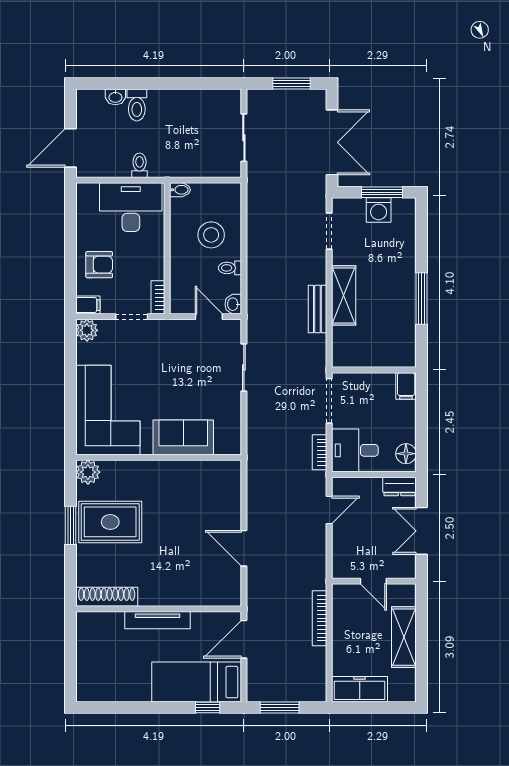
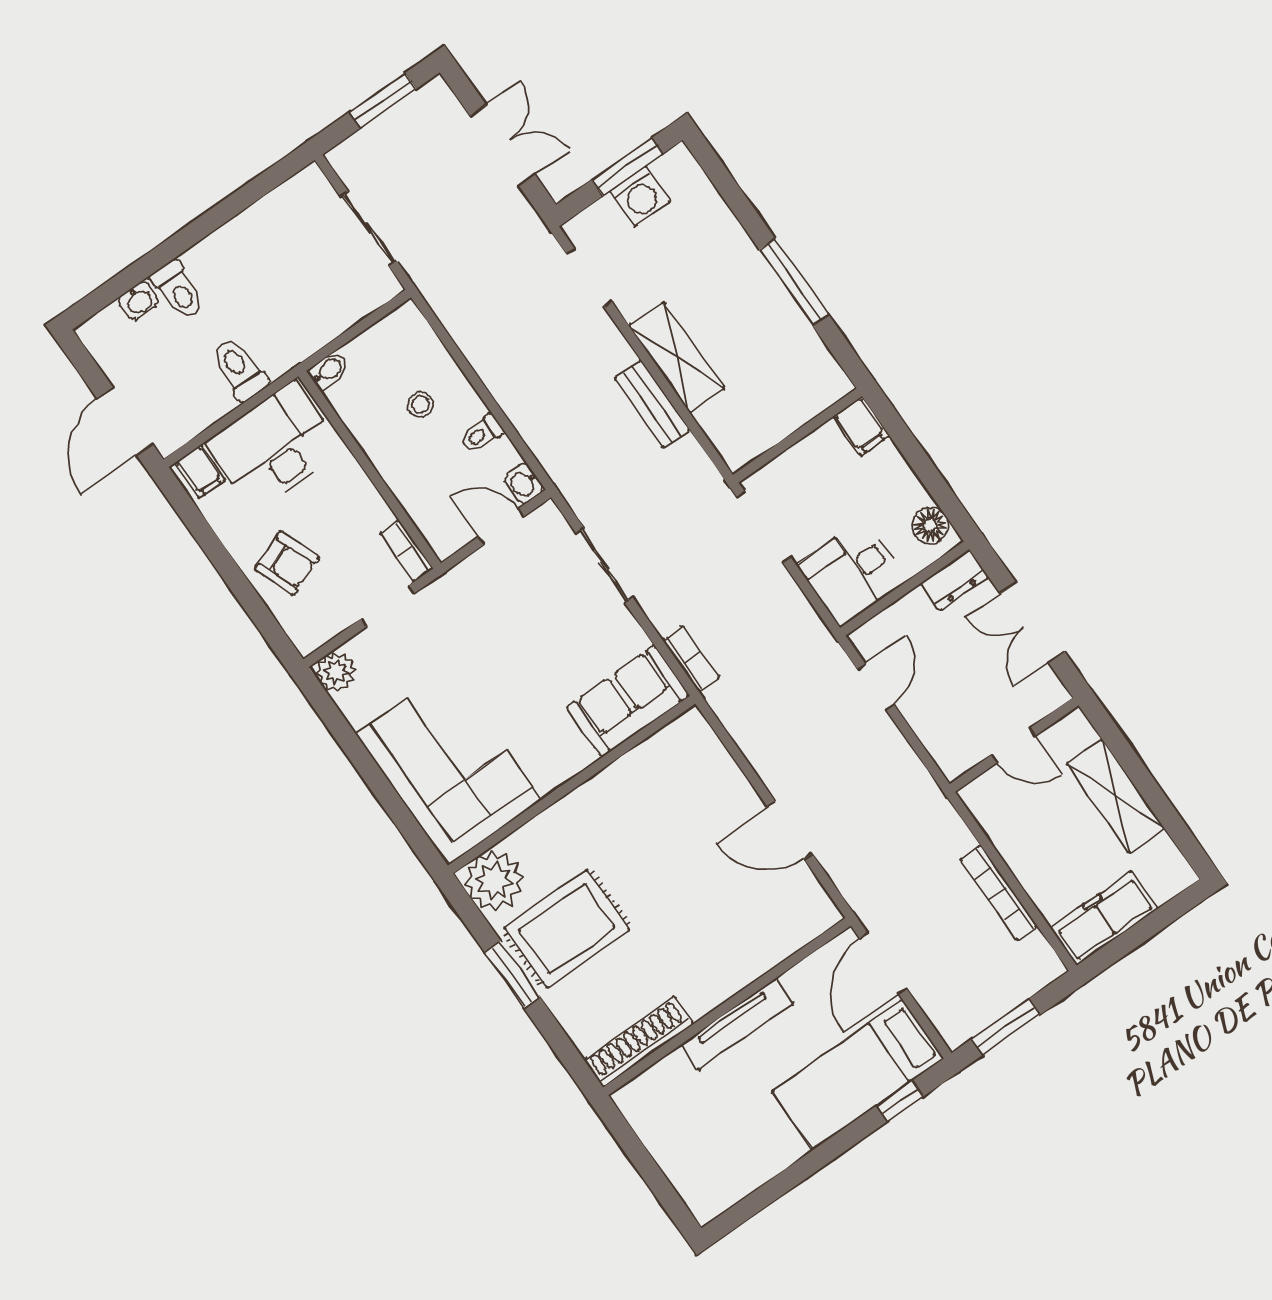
double door: (332, 142) -> (502, 145), width x0.73
toilet: (140, 165) -> (239, 369), width x1.37, depth x1.39
stool: (211, 235) -> (420, 405), width x0.53, depth x0.53
armchair: (99, 265) -> (287, 563), turned 69
filing cabinet: (88, 305) -> (200, 471), moved, turned 90
sofa: (183, 437) -> (628, 701), moved
bookcase: (320, 452) -> (691, 659), moved, turned 180
plant: (88, 472) -> (494, 881), width x1.36, depth x1.36
bookcase: (320, 618) -> (999, 893), moved

